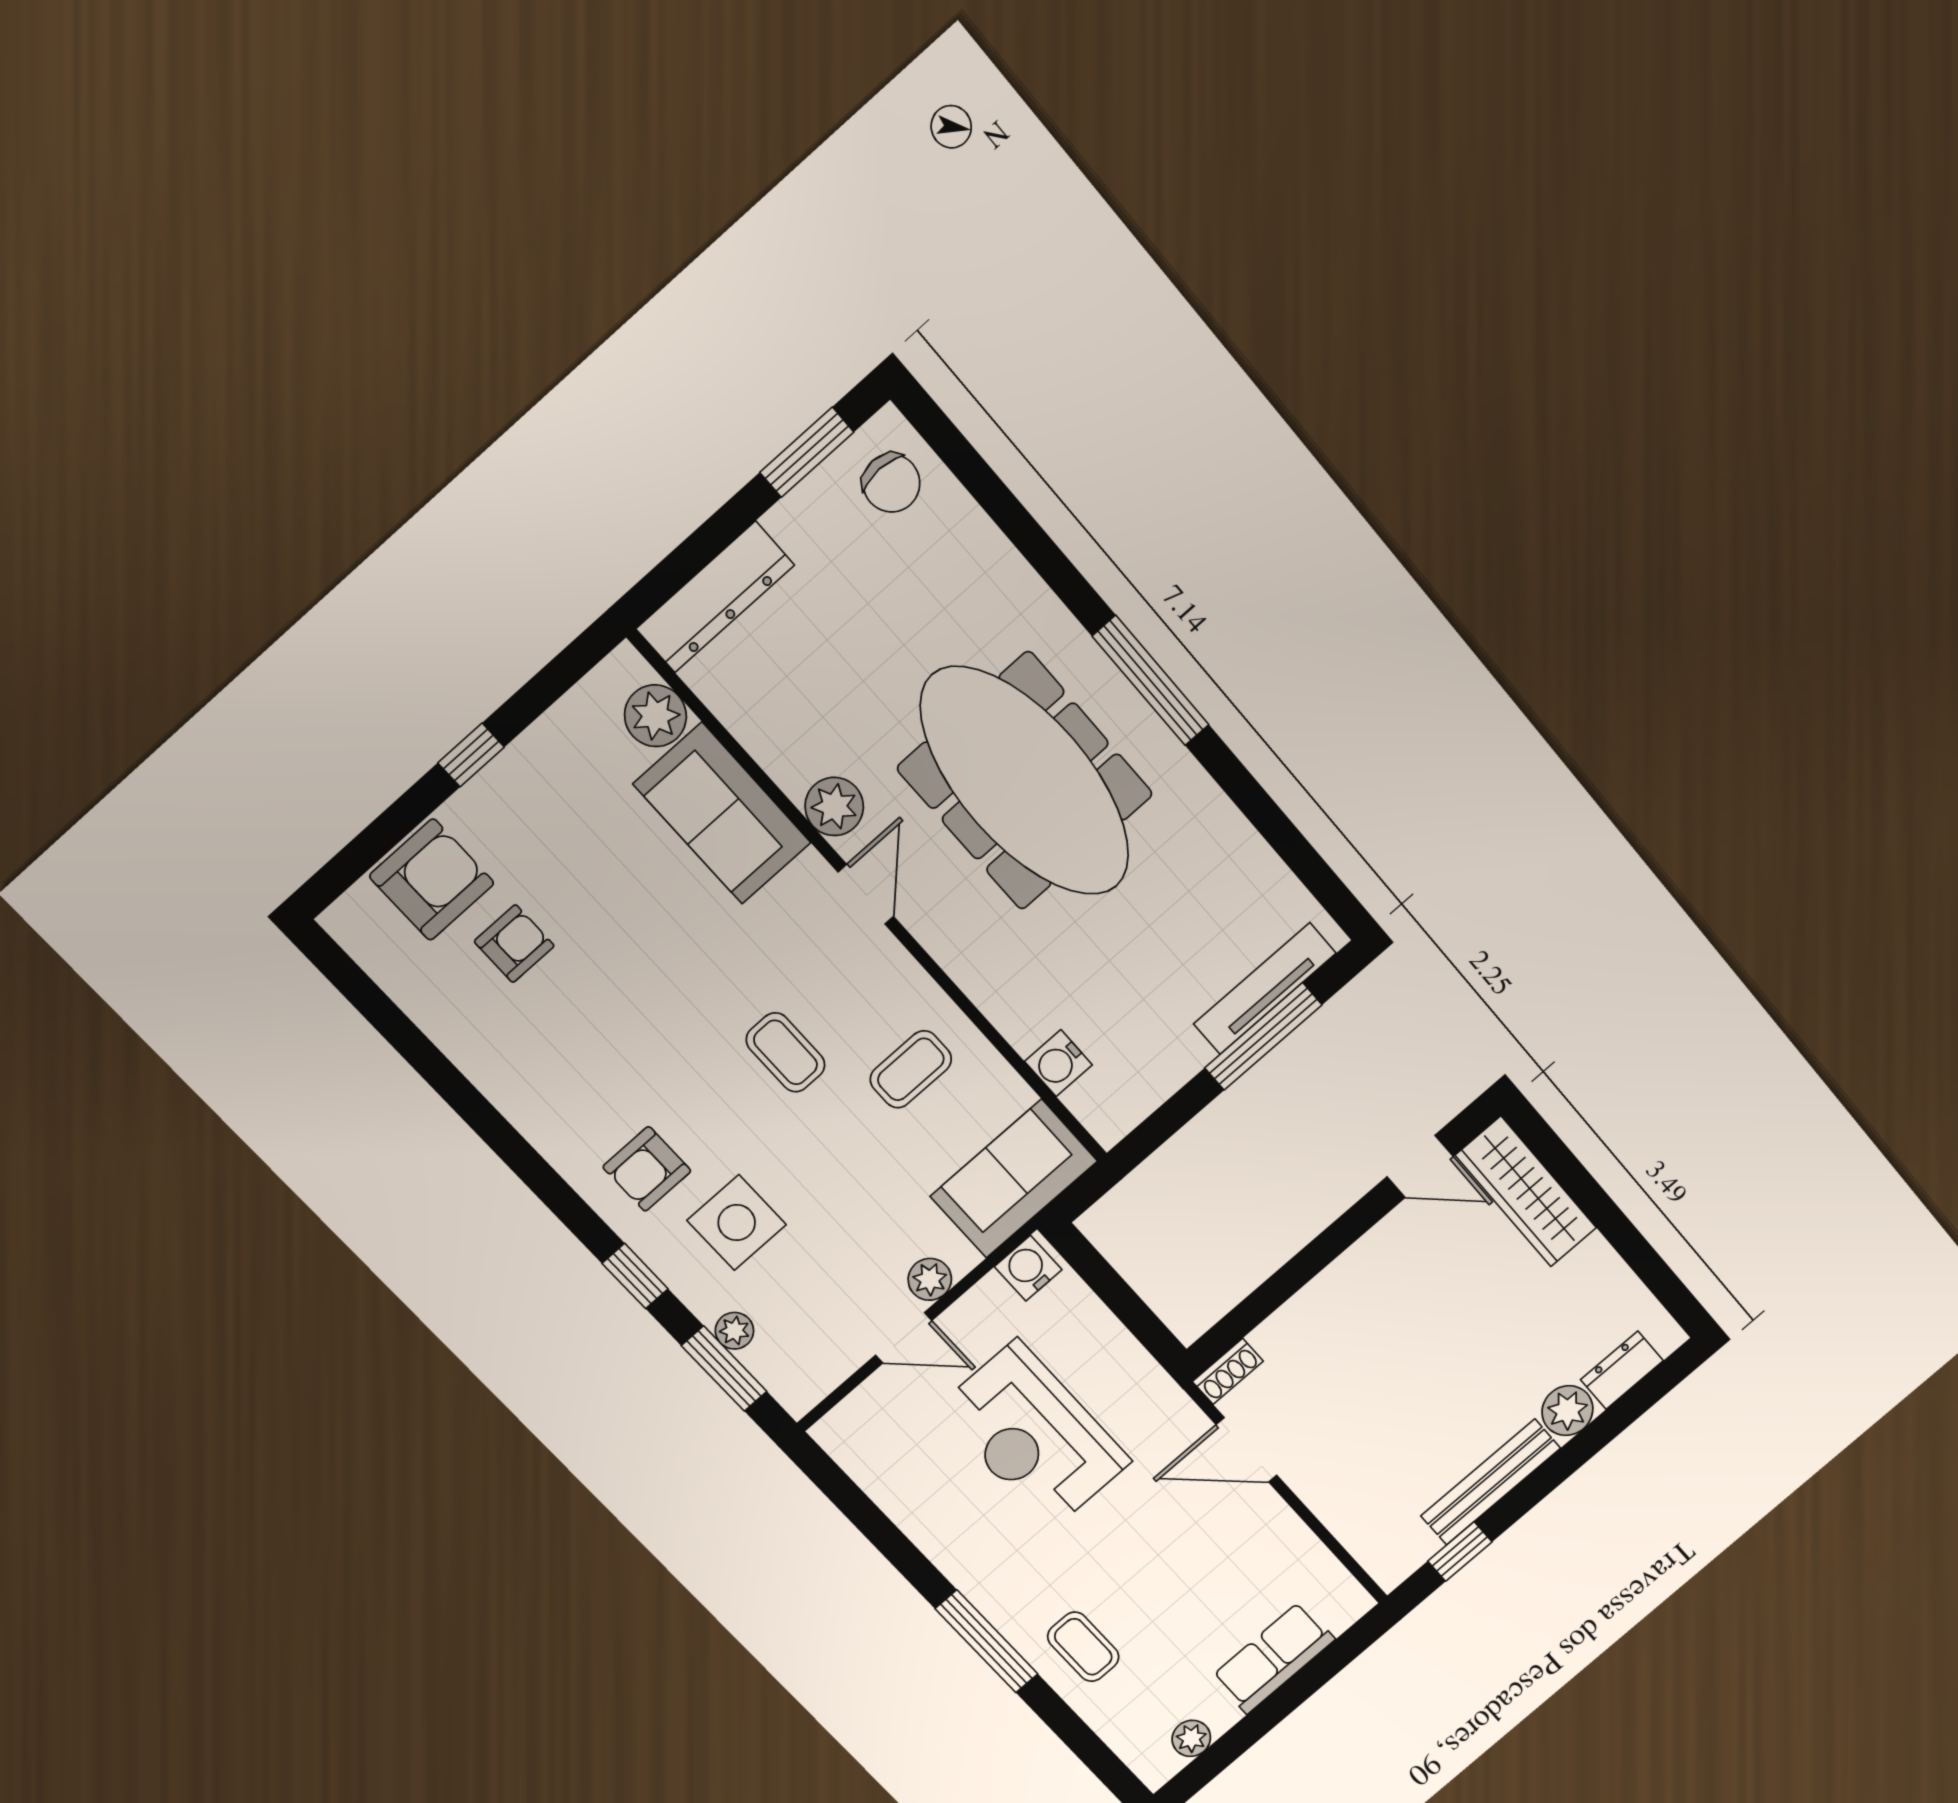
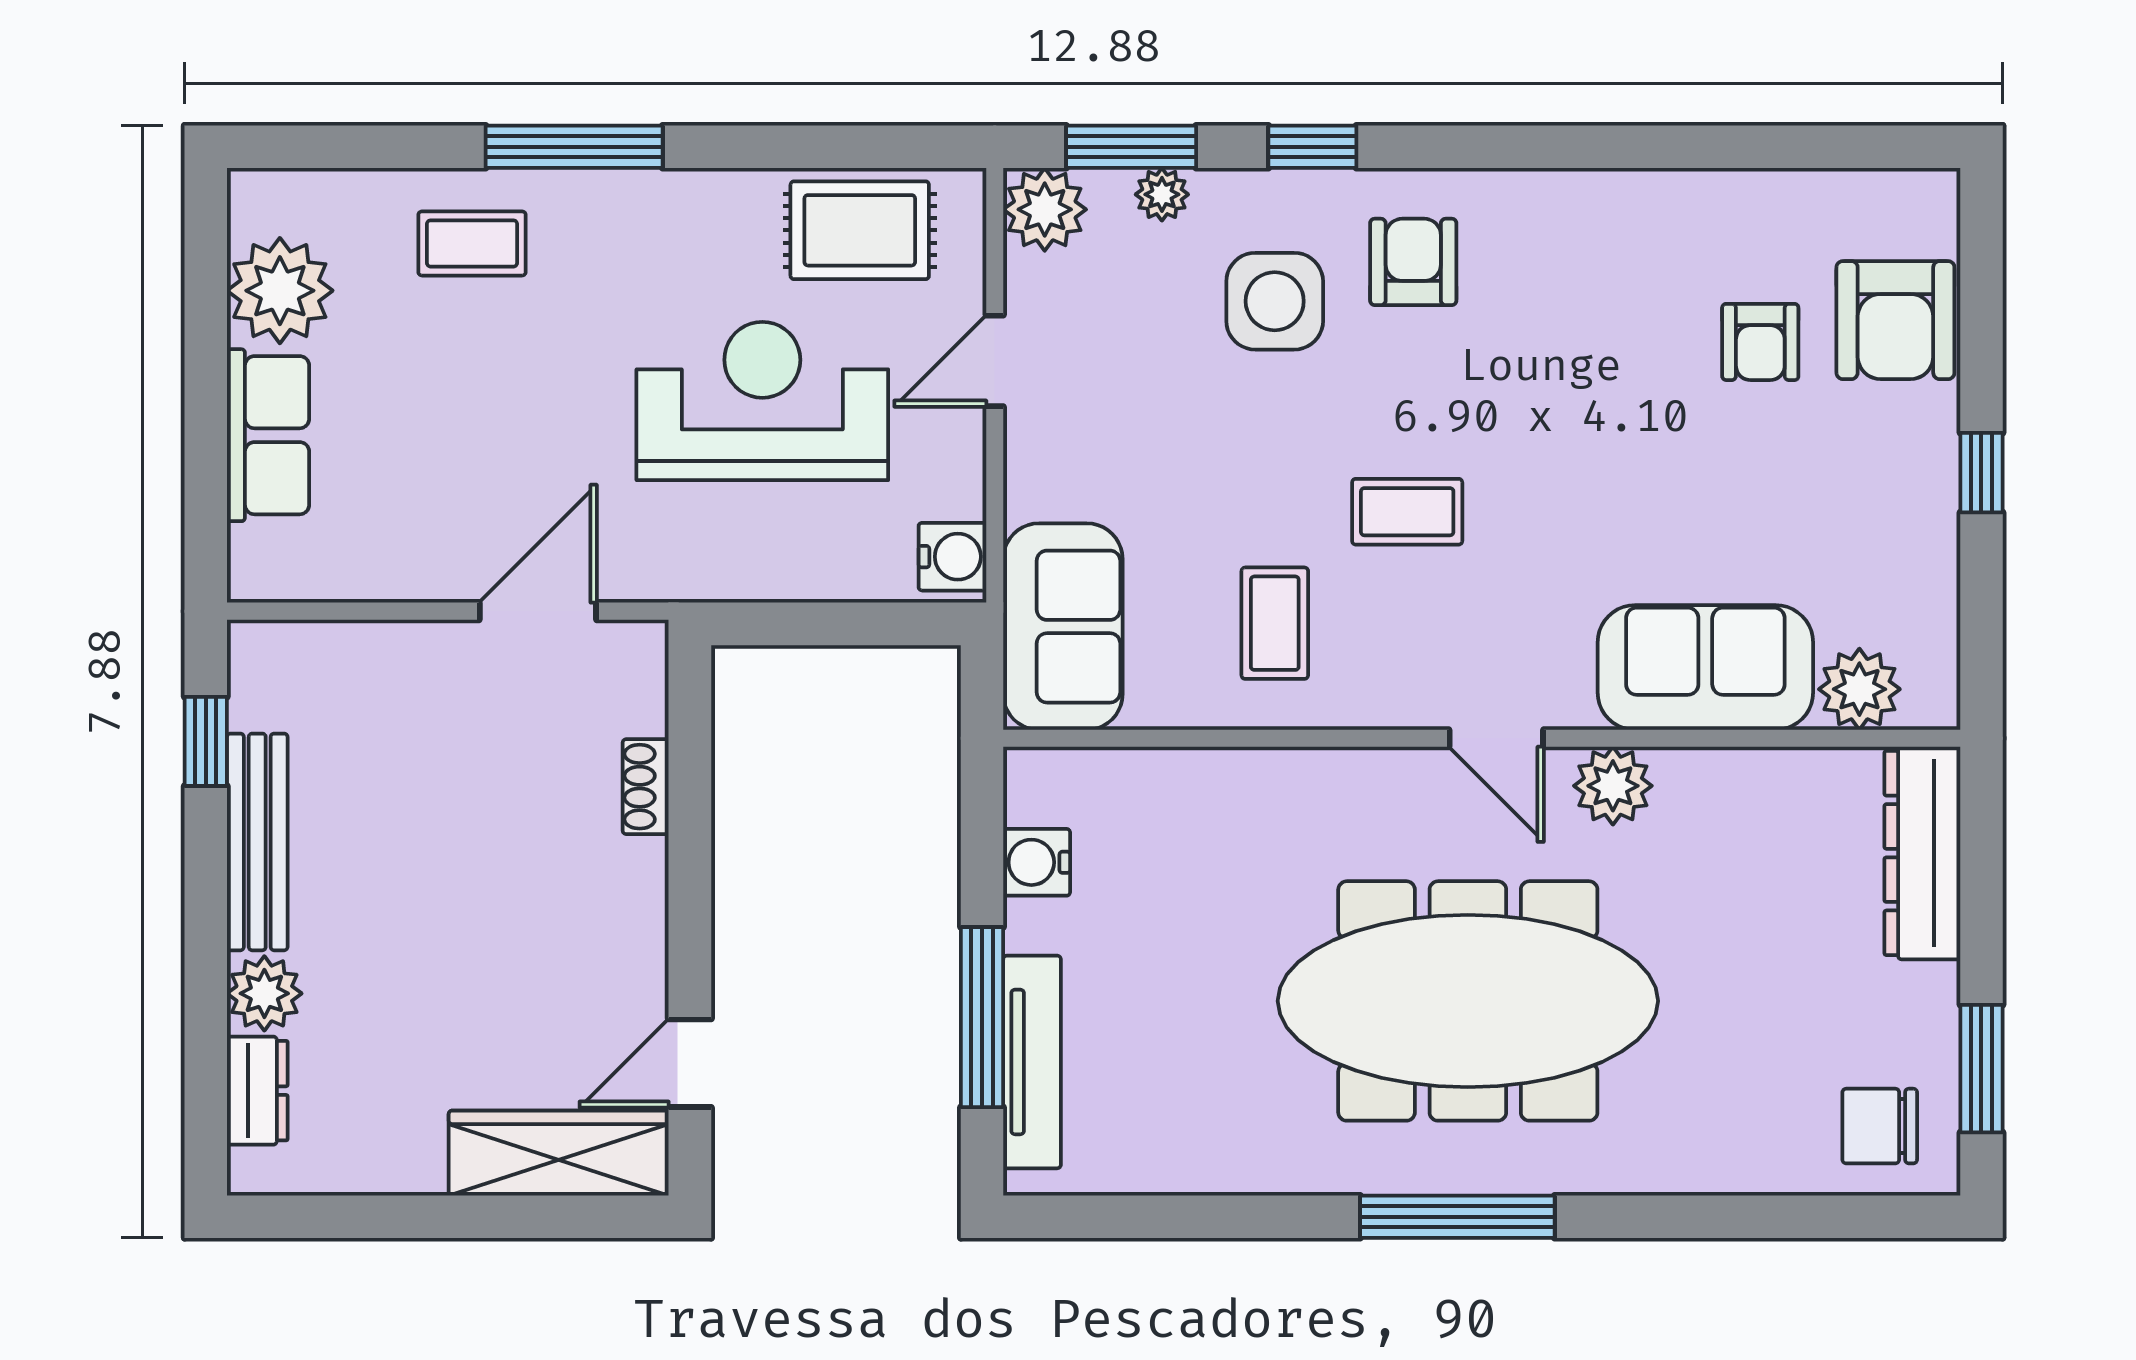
water cooler: (1058, 1063) -> (1037, 862), moved, turned -90
plant: (930, 1279) -> (1045, 209), moved, width x1.38, depth x1.38
shoe rack: (1228, 1371) -> (646, 787), moved
rug: (898, 1465) -> (860, 230), added
plant: (1191, 1738) -> (280, 291), width x1.87, depth x1.87

